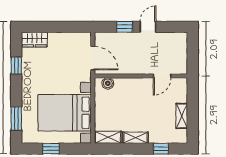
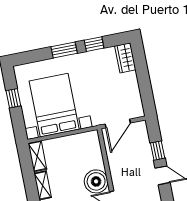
boiler: (108, 83) -> (96, 181), moved, width x1.86, depth x1.86
window: (16, 118) -> (64, 50), moved

